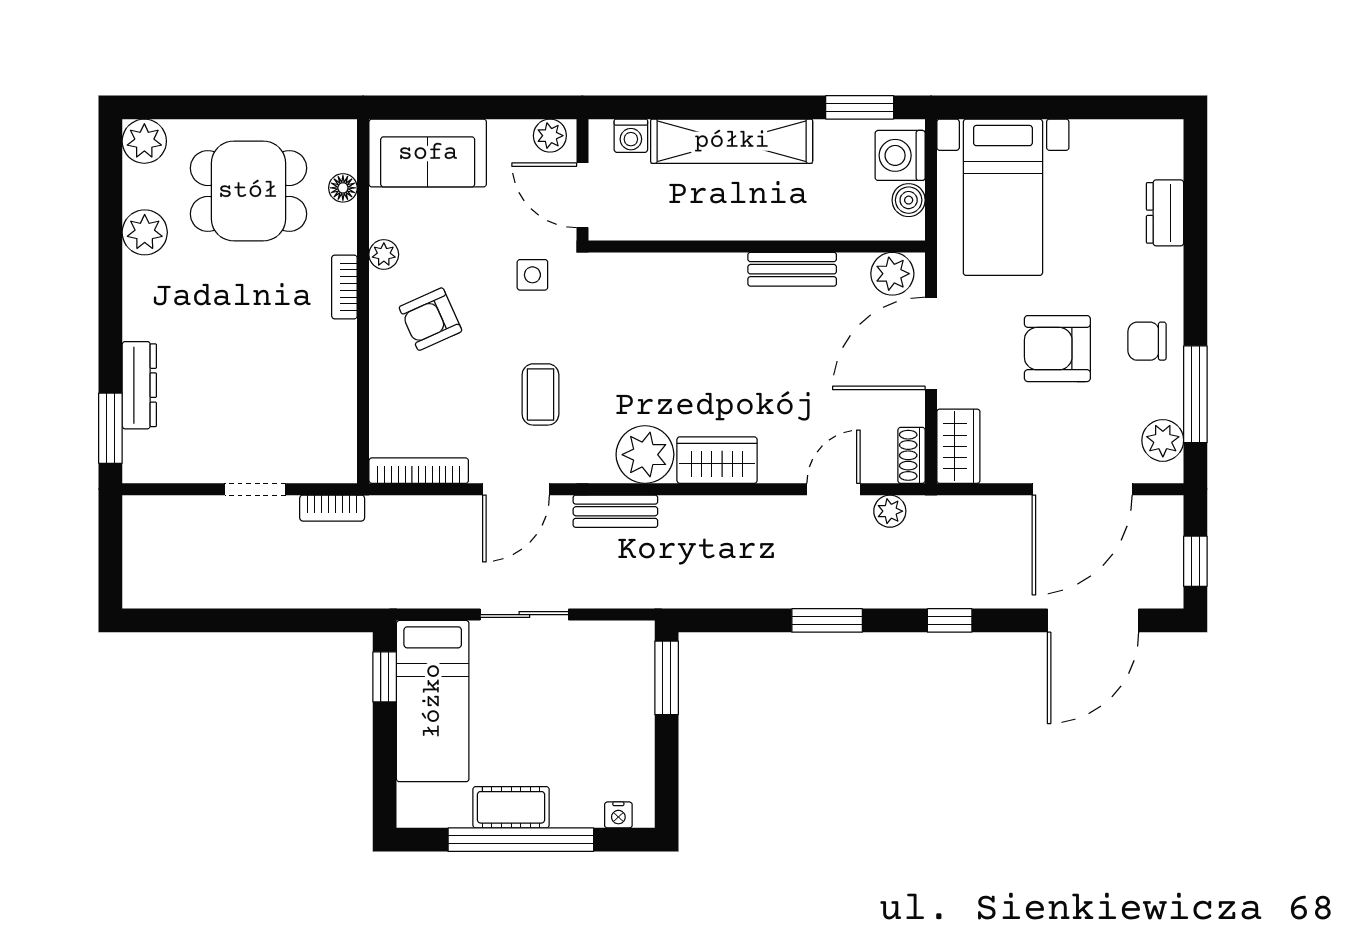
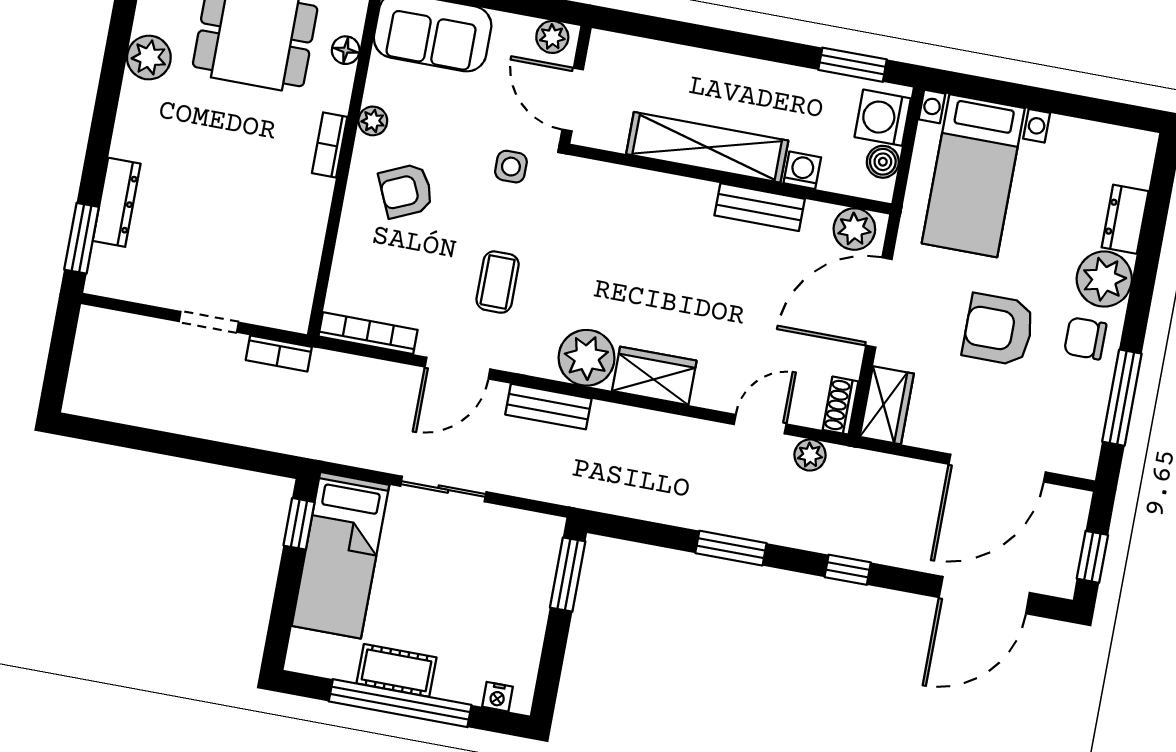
washing machine: (631, 136) -> (802, 170), moved, turned 180
shelving: (732, 141) -> (707, 147), moved
plant: (1163, 440) -> (1104, 279), moved, width x1.36, depth x1.36

